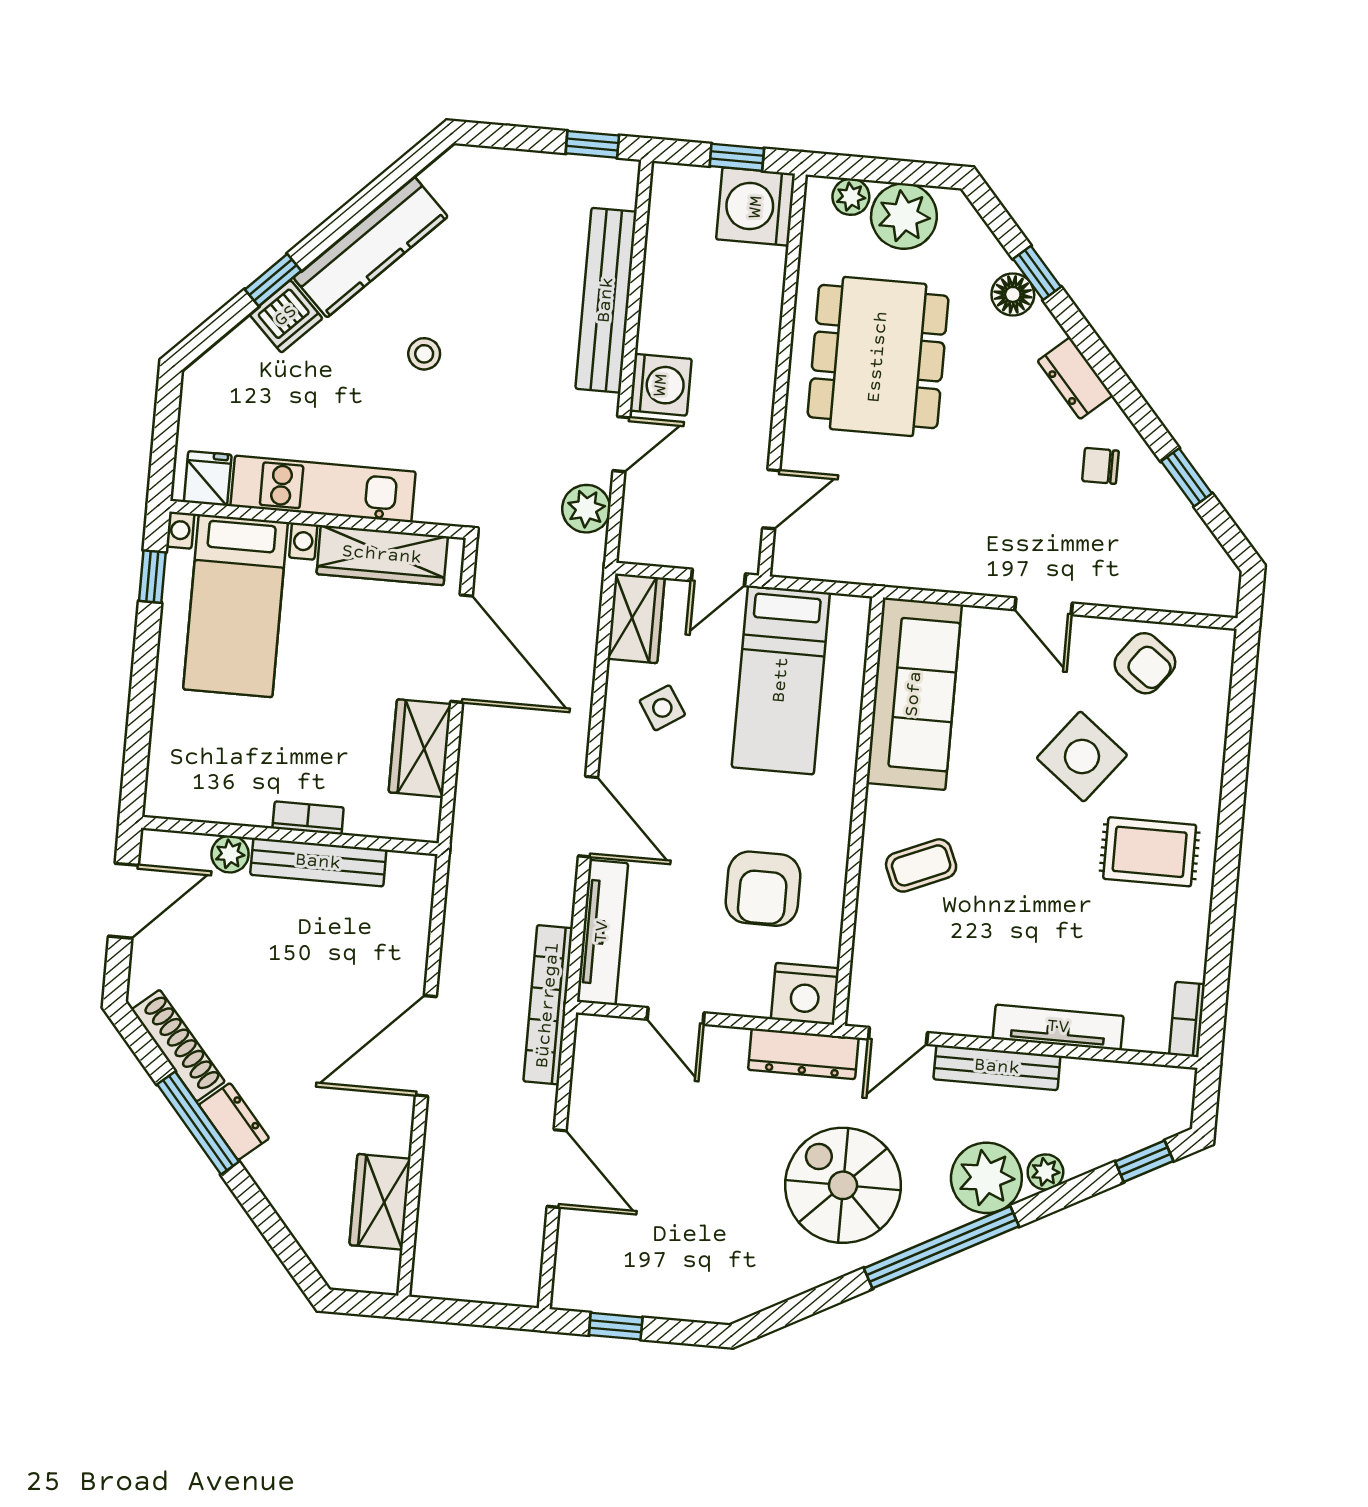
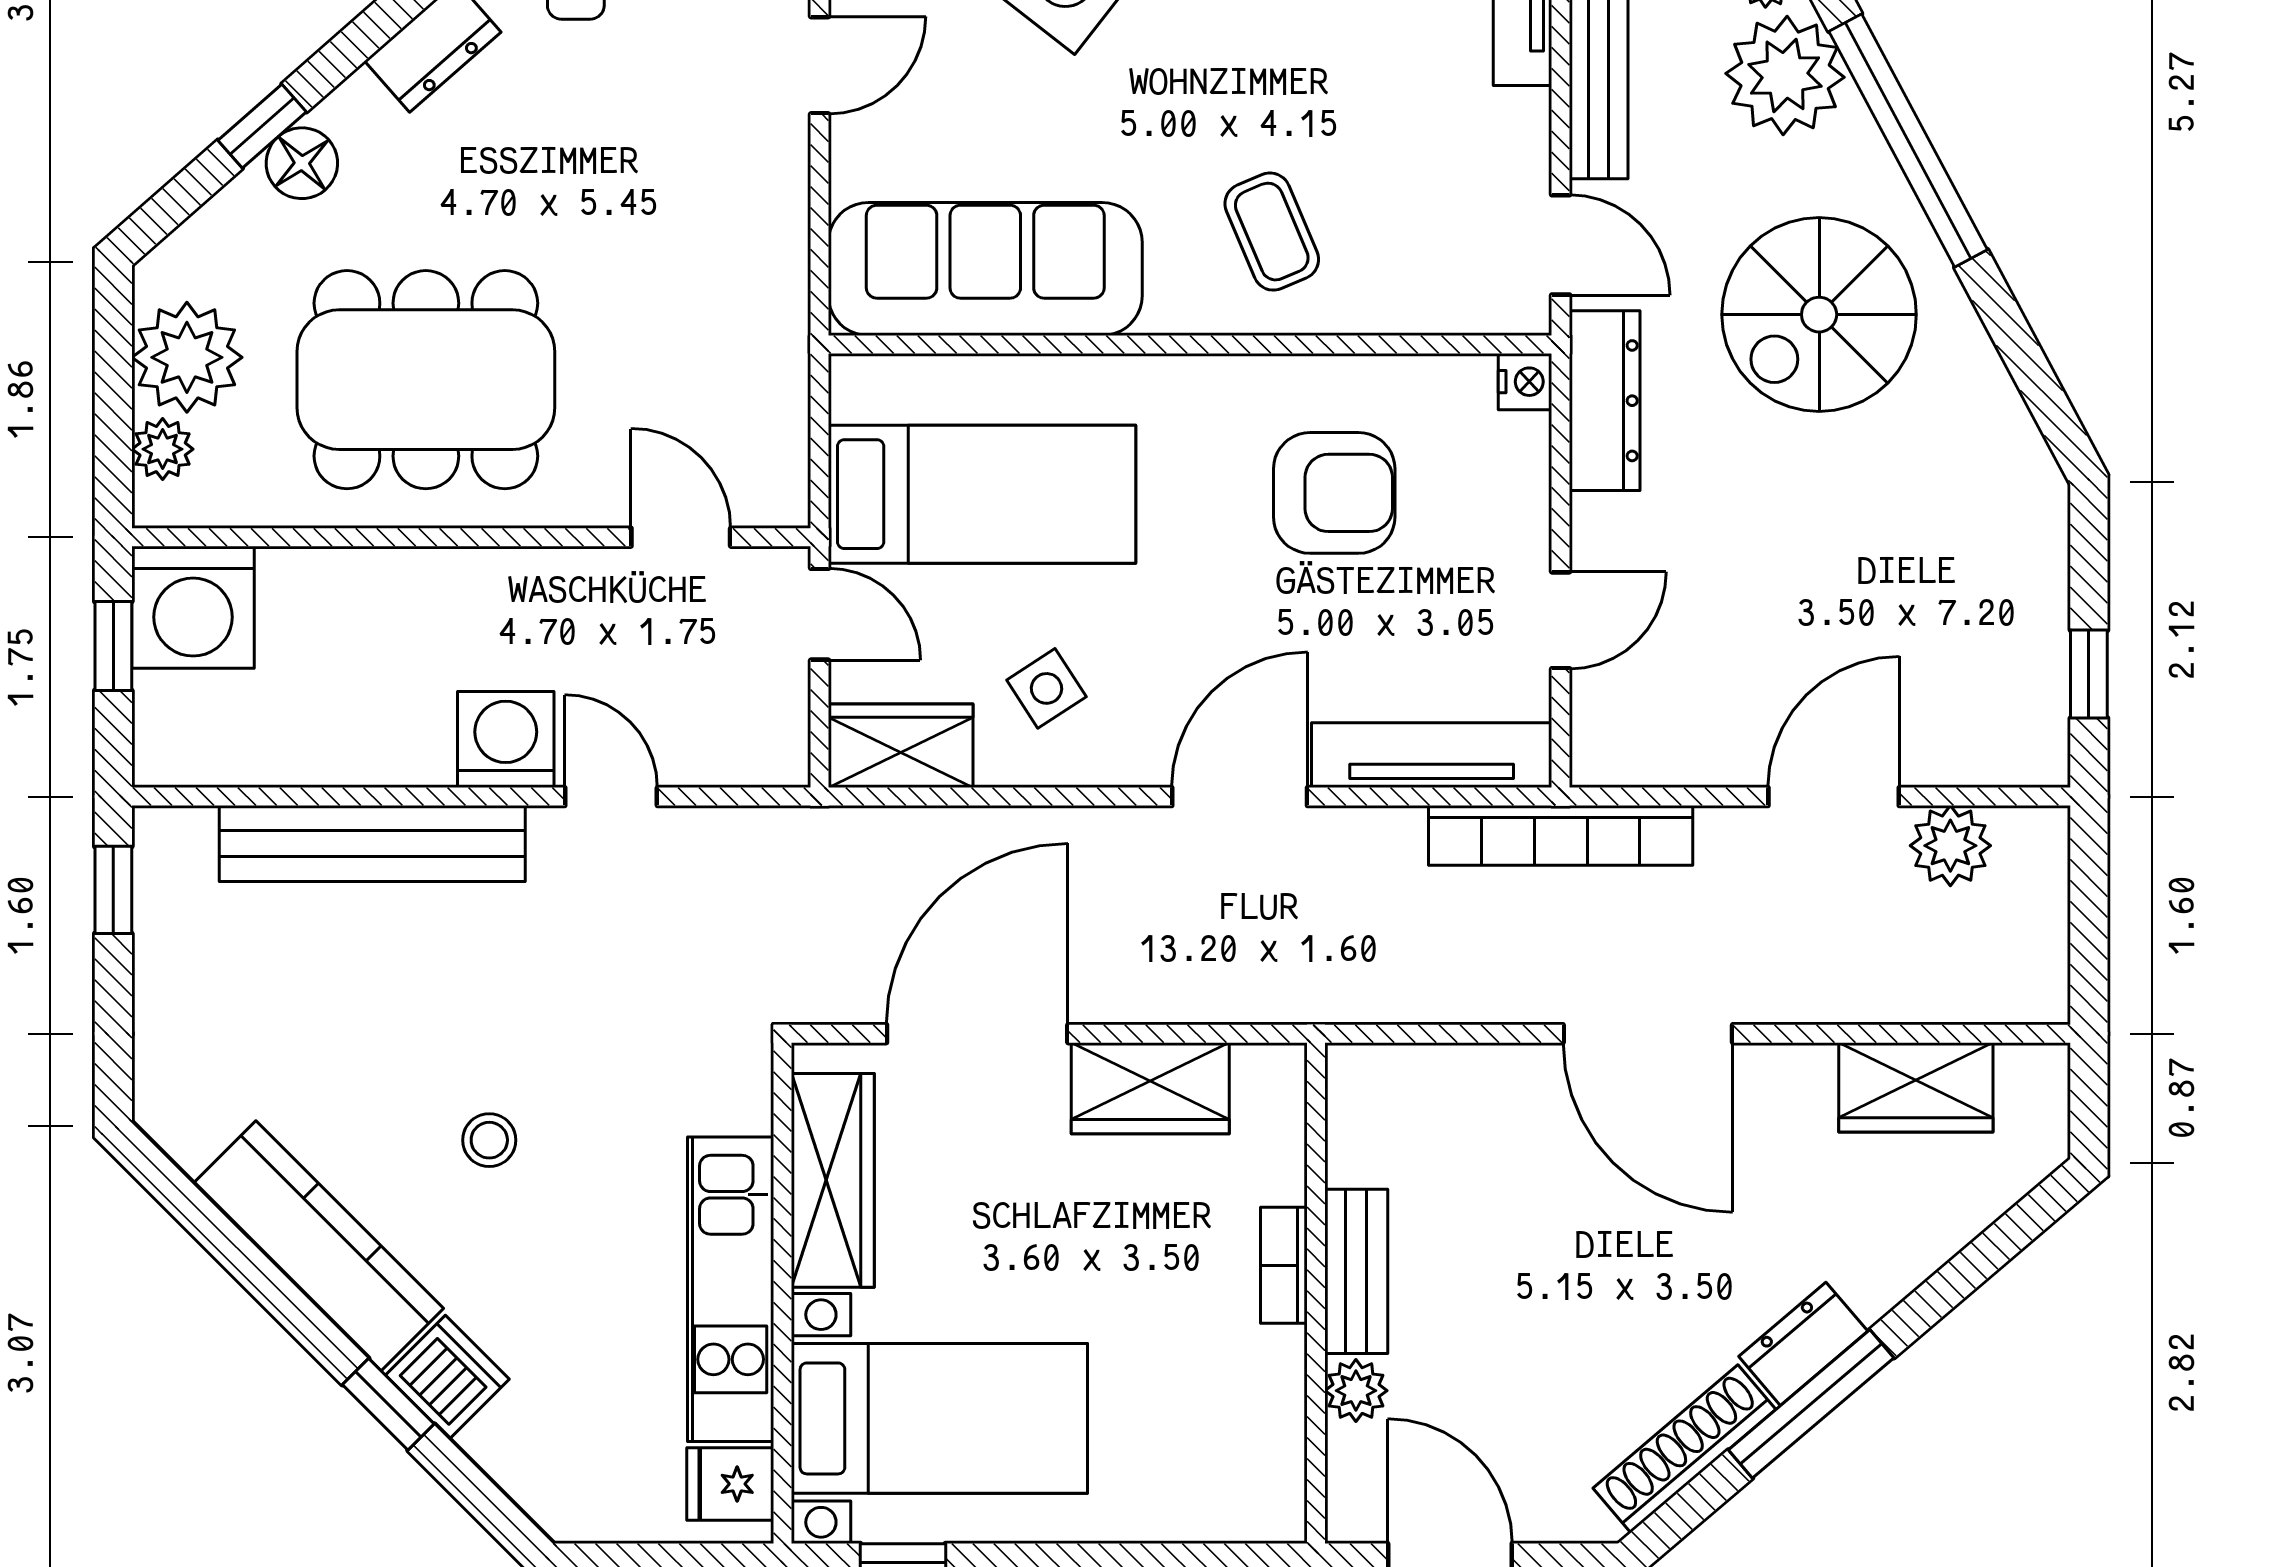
plant: (586, 509) -> (1950, 846), moved
bench: (318, 862) -> (1356, 1271), width x0.73
nightstand: (805, 994) -> (1525, 382), width x0.53, depth x0.56

